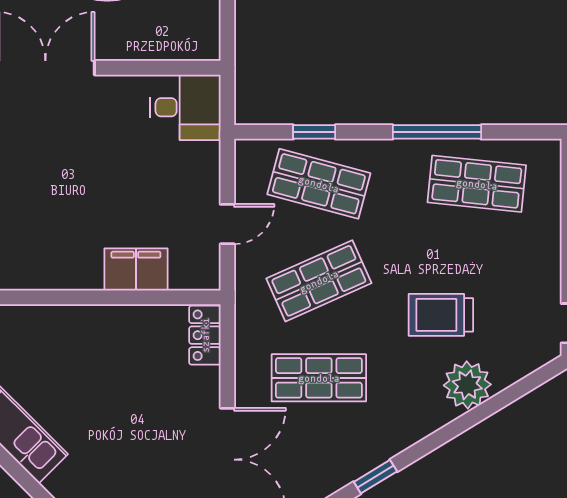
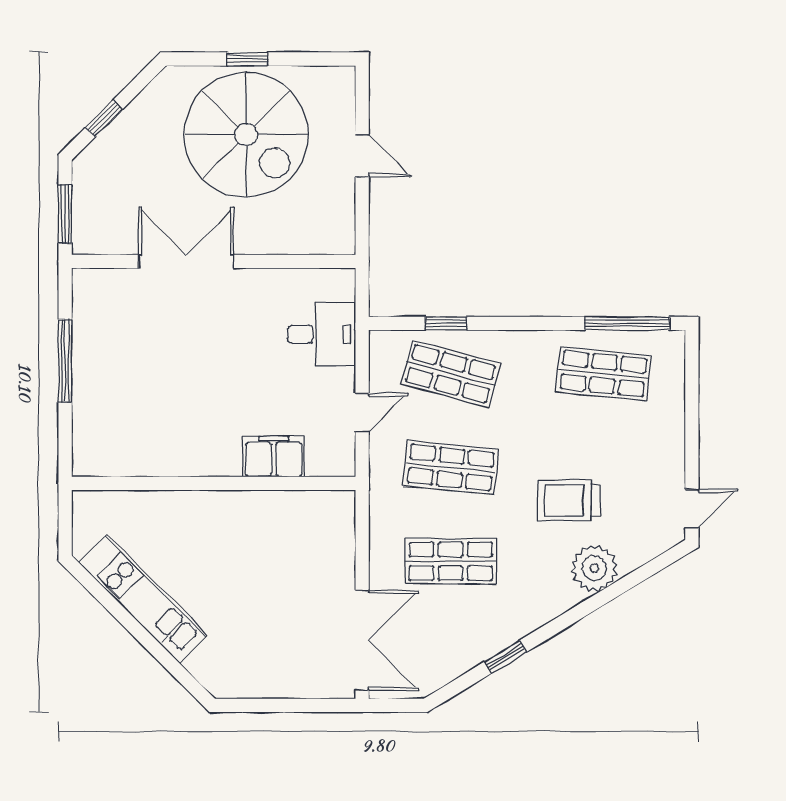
desk: (185, 107) -> (321, 334), moved
window: (437, 132) -> (627, 323), moved
shop shelf: (319, 281) -> (451, 467), turned 30
locker: (205, 335) -> (340, 520), removed

